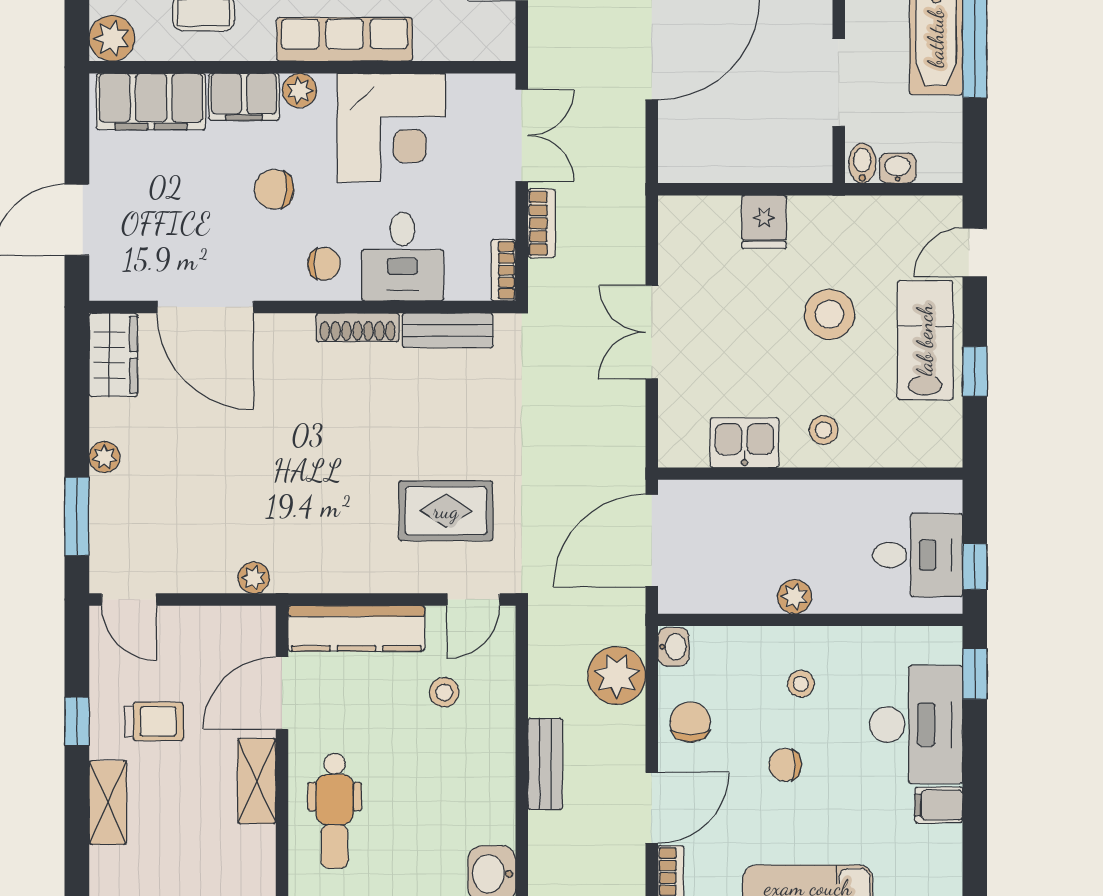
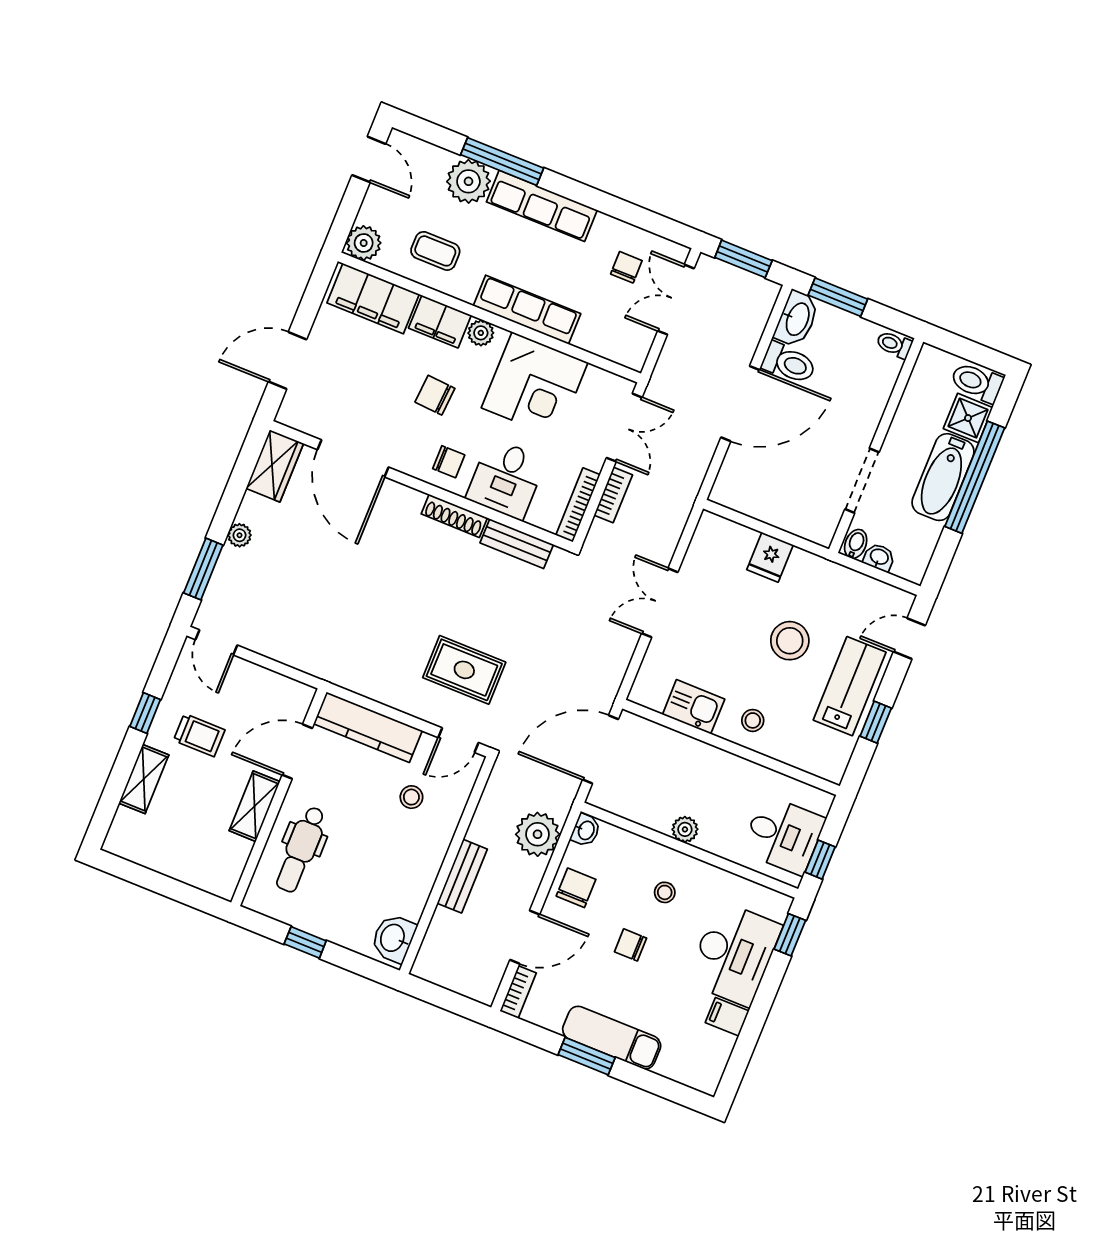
bookcase: (503, 270) -> (578, 505), width x1.56
plant: (254, 578) -> (310, 662), removed

